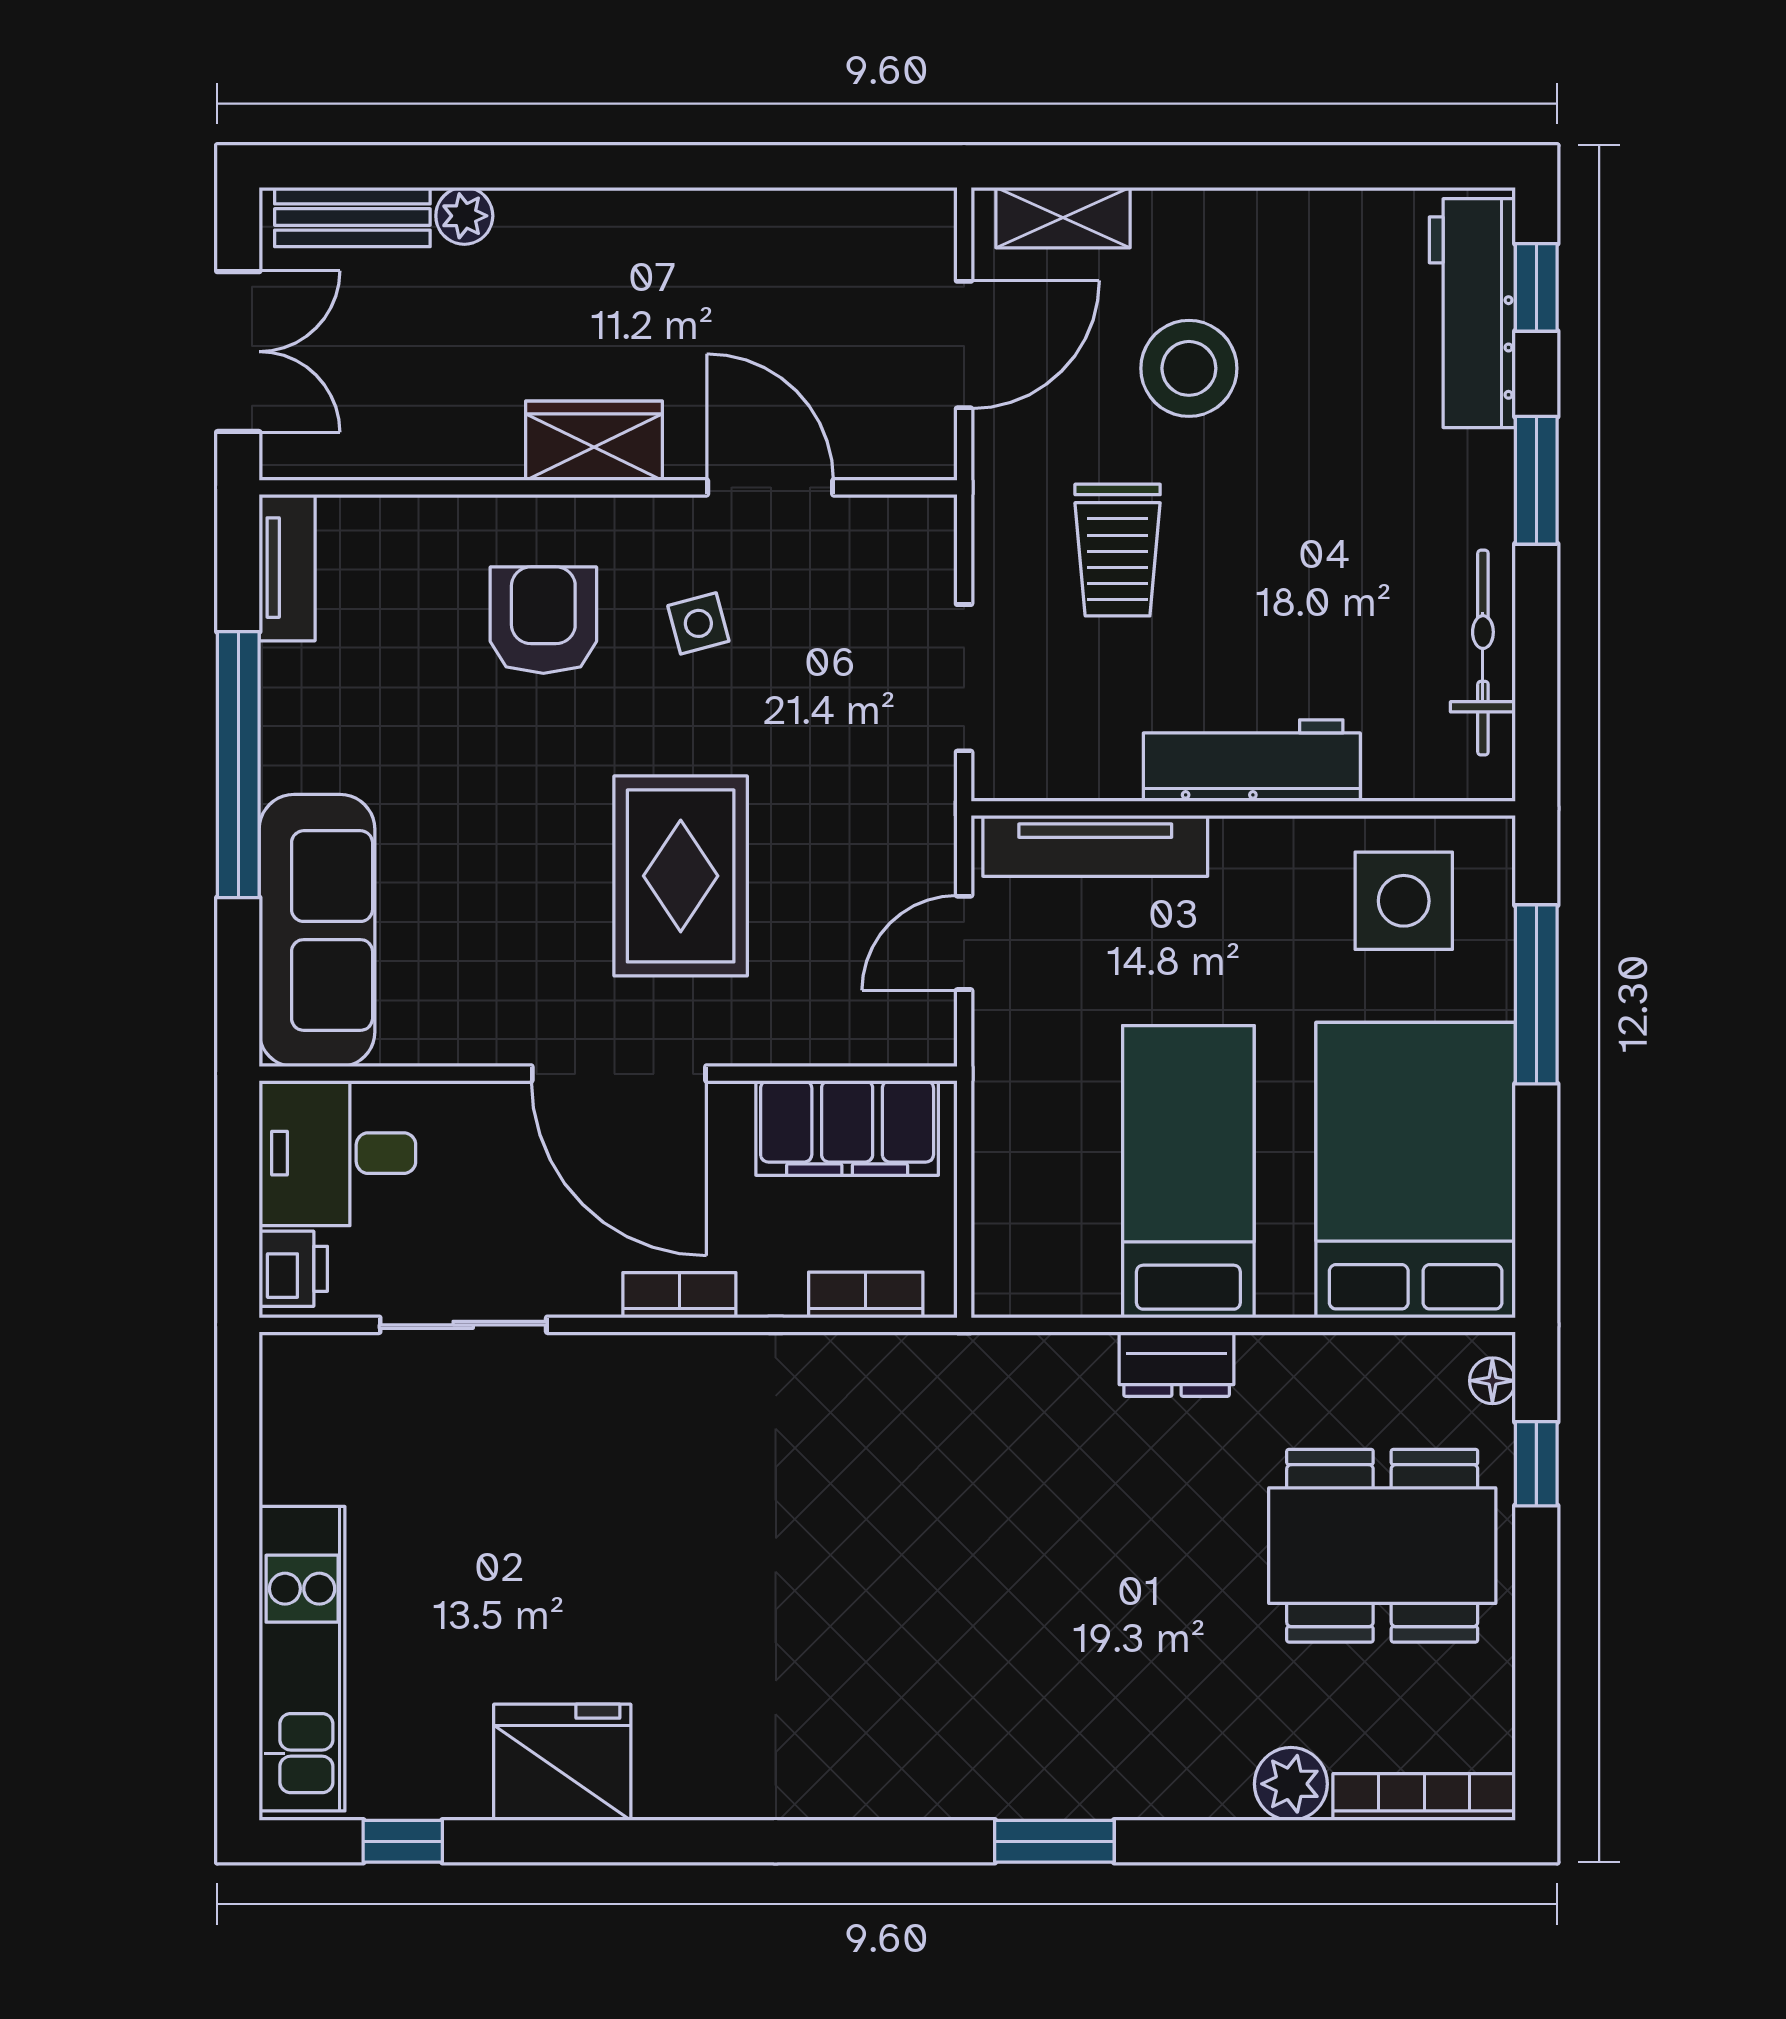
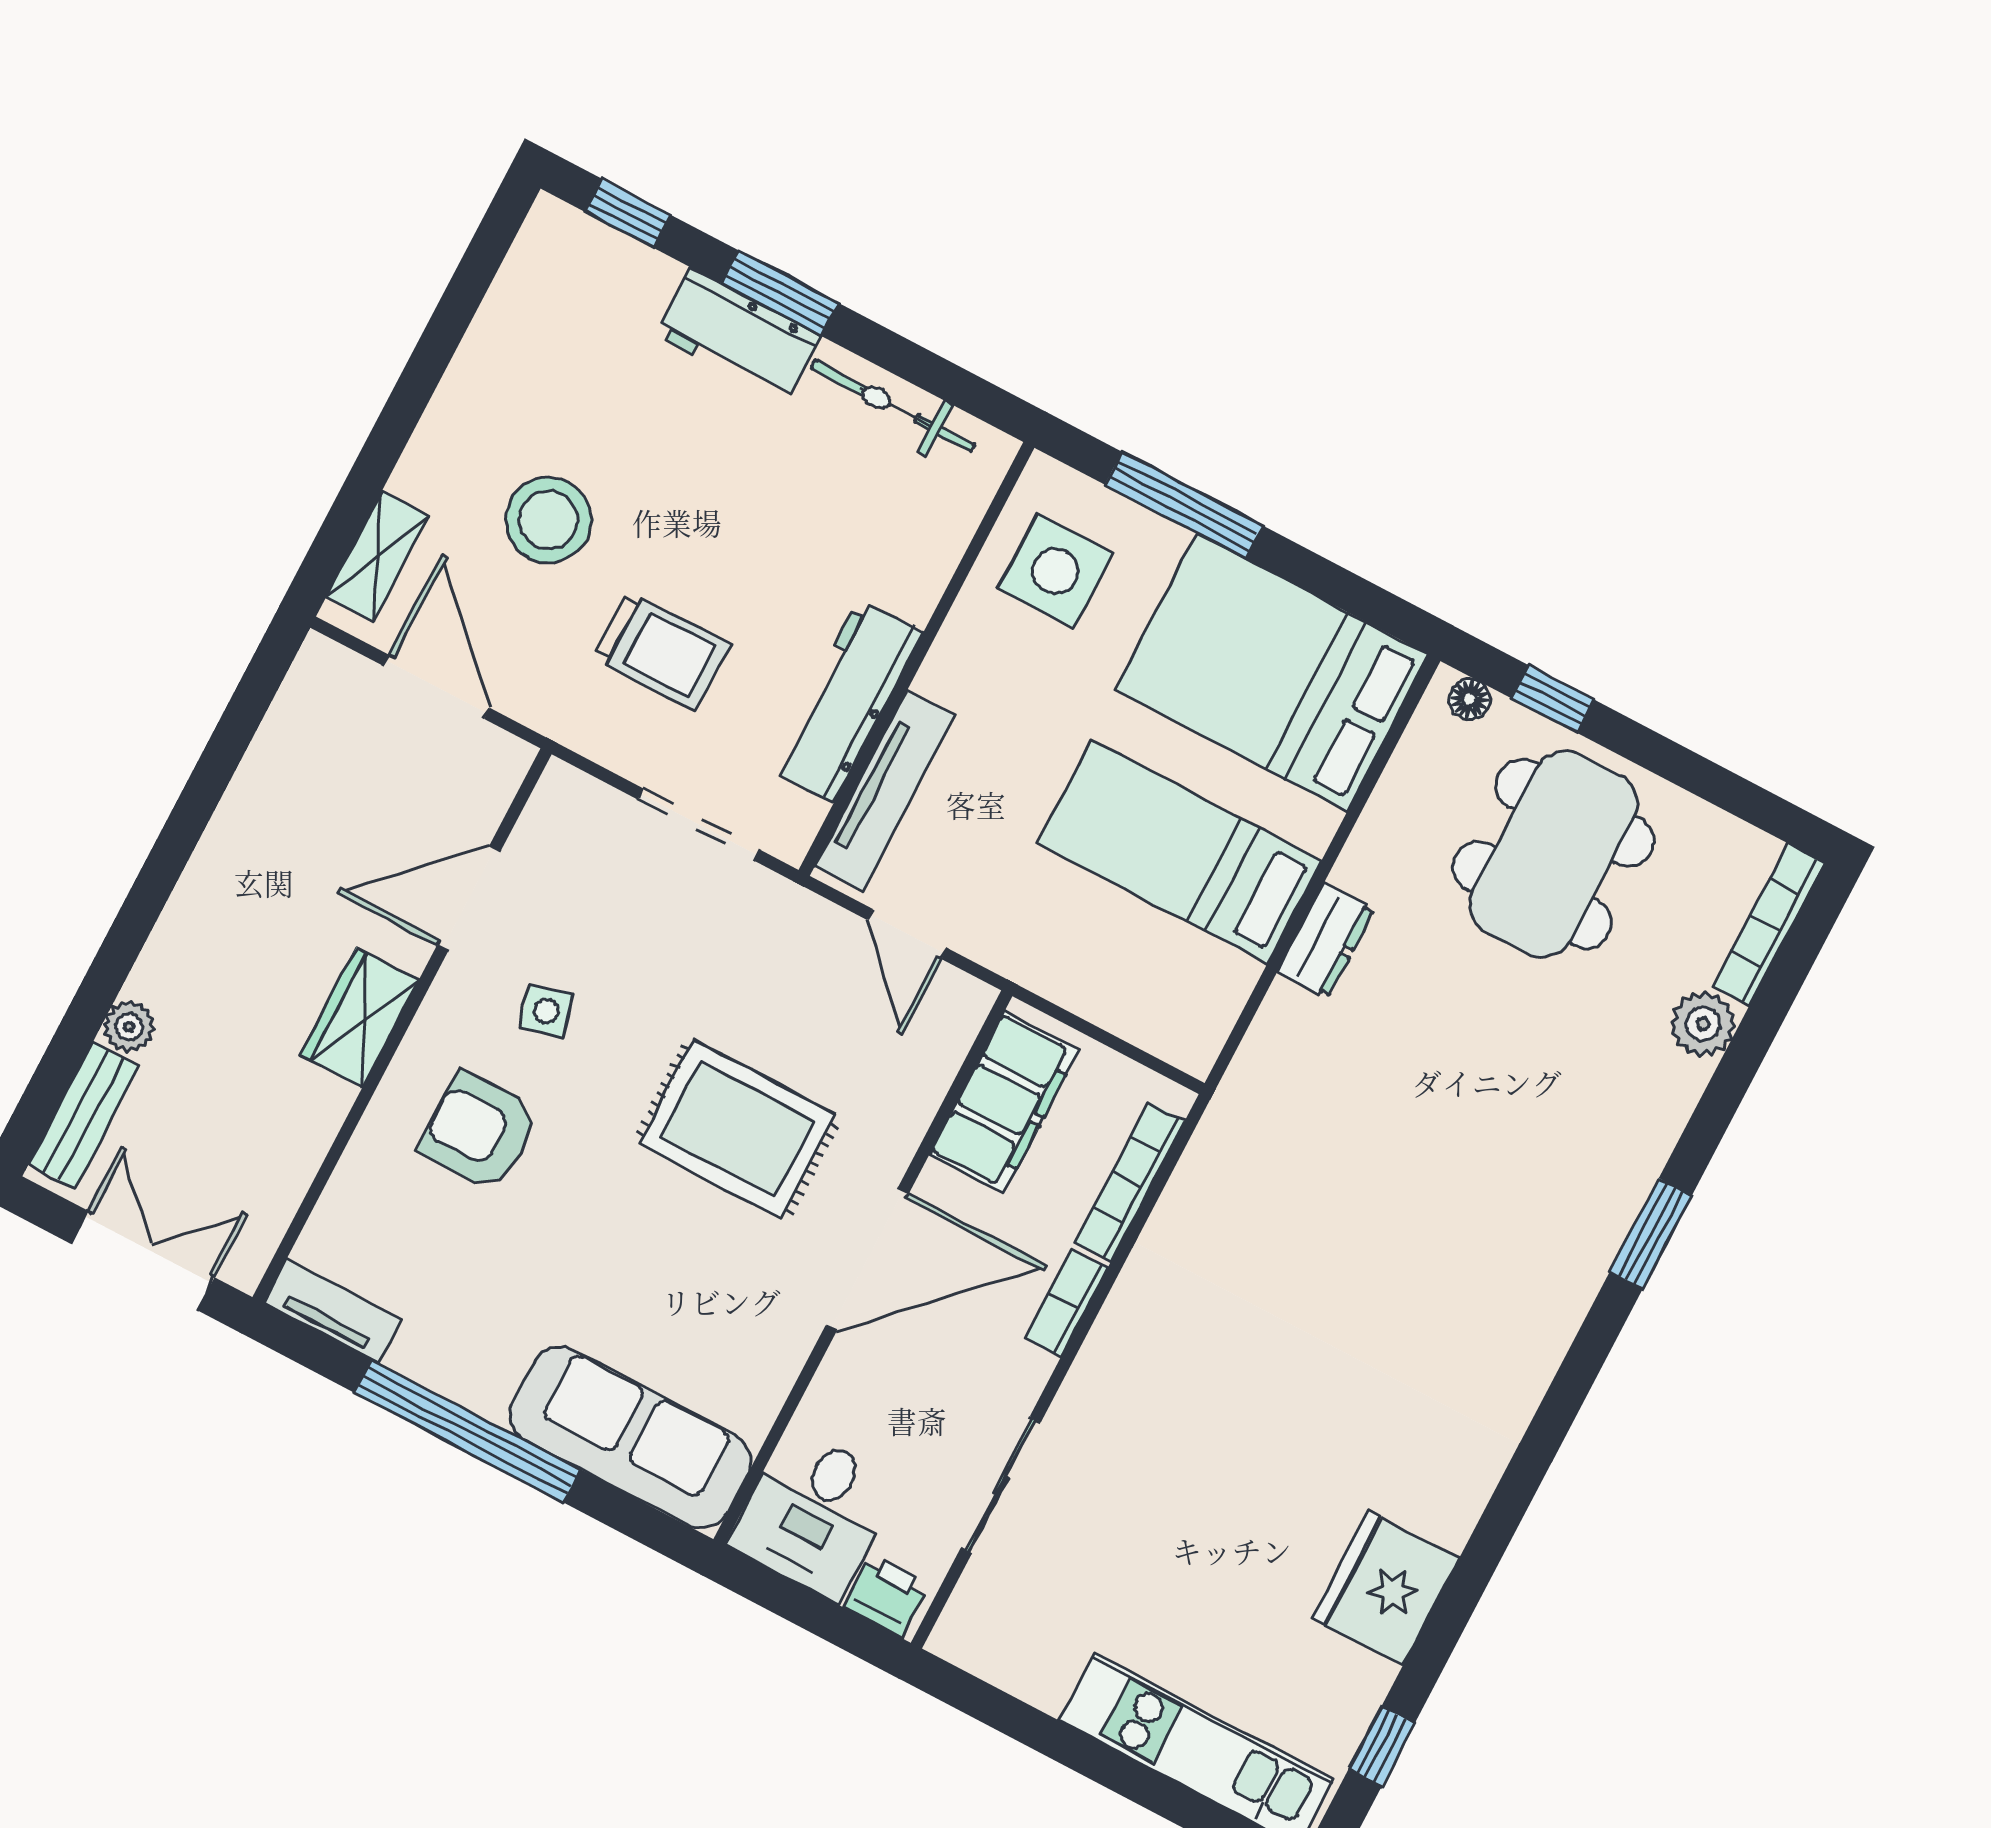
workbench: (1472, 313) -> (738, 335), moved, width x0.73
workbench: (1252, 761) -> (847, 701), moved
bookcase: (866, 1295) -> (1130, 1182), width x1.56

